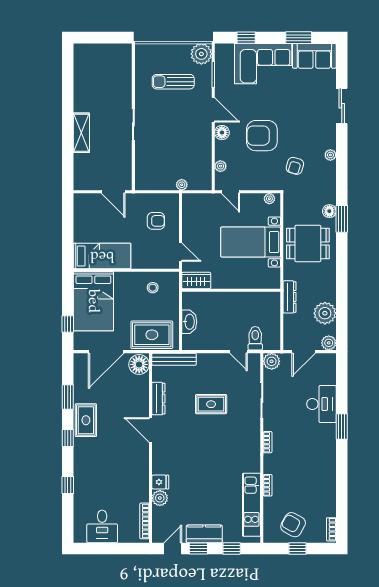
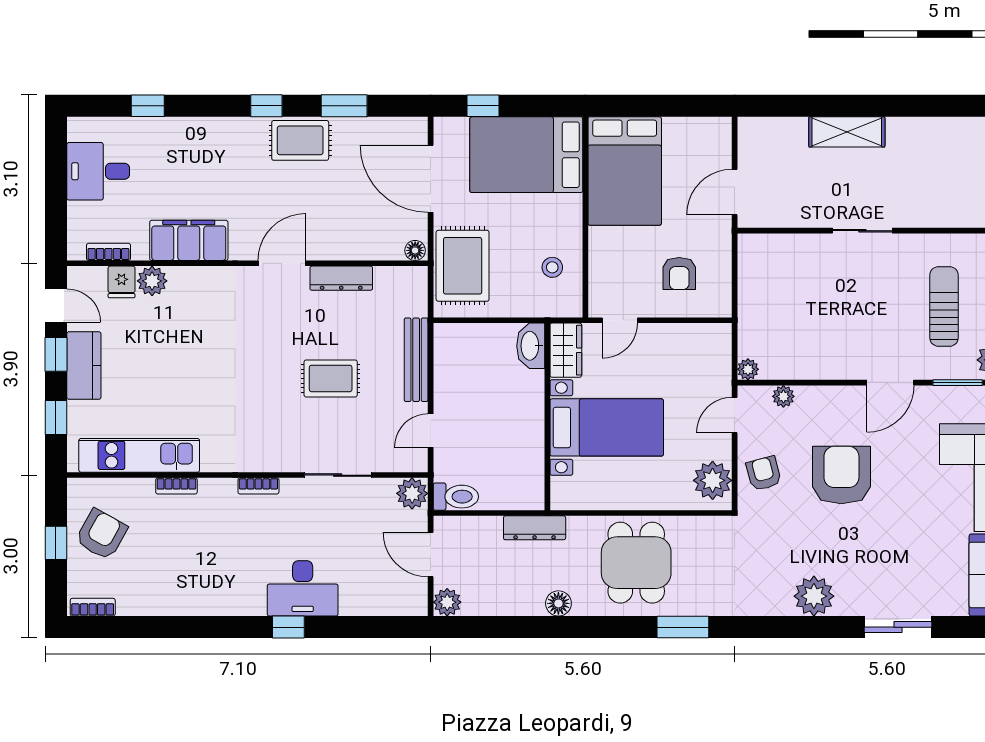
floor lamp: (222, 133) -> (847, 399), removed
plant: (330, 155) -> (814, 596), width x1.87, depth x1.87
armchair: (295, 166) -> (764, 473), moved, turned 59
plant: (182, 185) -> (748, 369), moved
plant: (269, 199) -> (713, 480), width x1.87, depth x1.87
floor lamp: (329, 211) -> (558, 603), moved
bed with nightstands: (251, 242) -> (607, 427), moved, turned 90
bed: (102, 256) -> (625, 171), width x1.50
plant: (325, 313) -> (504, 595), removed
washbasin: (189, 322) -> (531, 346), moved, turned 90
toilet: (255, 338) -> (456, 497), moved
bench: (174, 359) -> (416, 360), moved
floor lamp: (139, 364) -> (415, 250), width x0.53, depth x0.53
rug: (211, 404) -> (331, 378), turned 90
desk: (321, 404) -> (303, 588), moved
window: (342, 426) -> (288, 627), width x0.67
filing cabinet: (138, 479) -> (189, 240), added
fridge: (160, 482) -> (122, 282), moved
window: (68, 485) -> (148, 106), moved
bookcase: (144, 521) -> (108, 252), width x0.64

